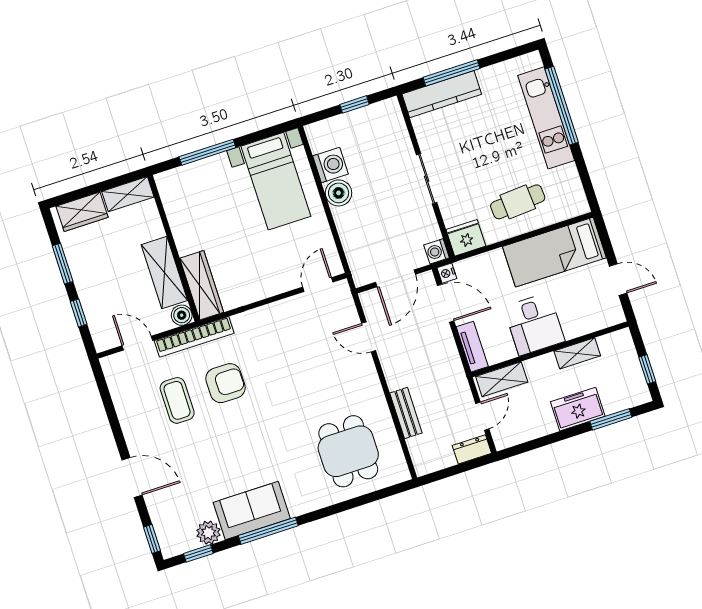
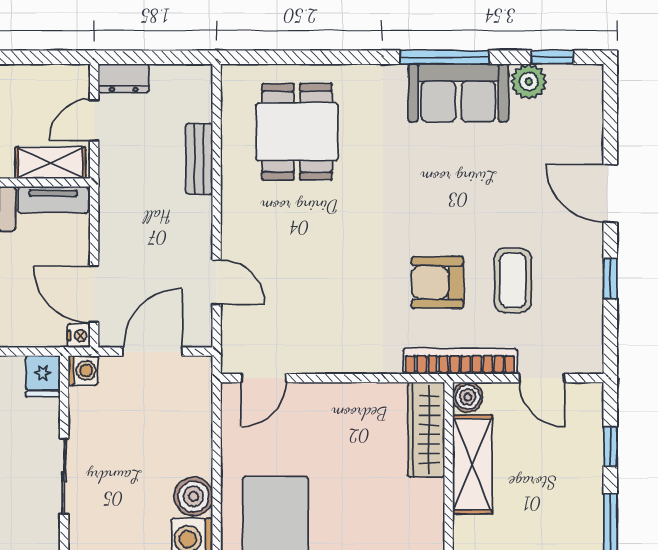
fridge: (466, 238) -> (43, 376), width x0.72
tv unit: (472, 347) -> (53, 200), moved, turned -90
window: (152, 539) -> (610, 279), moved

